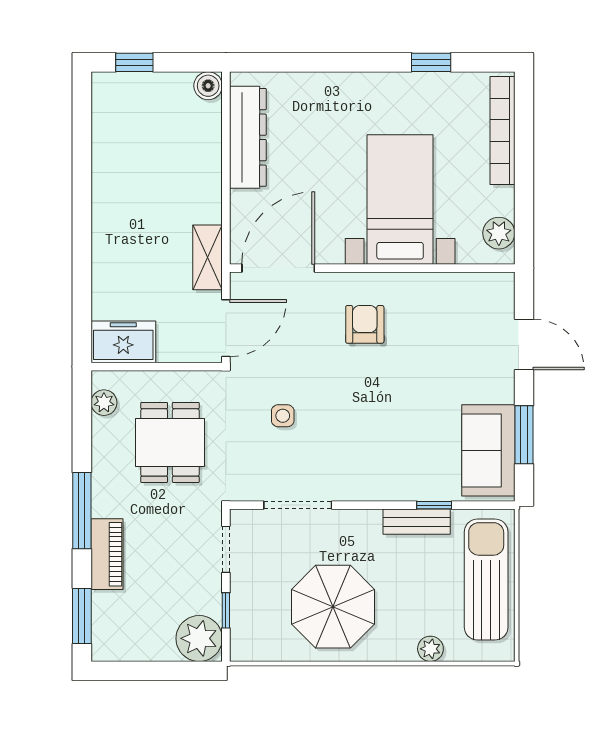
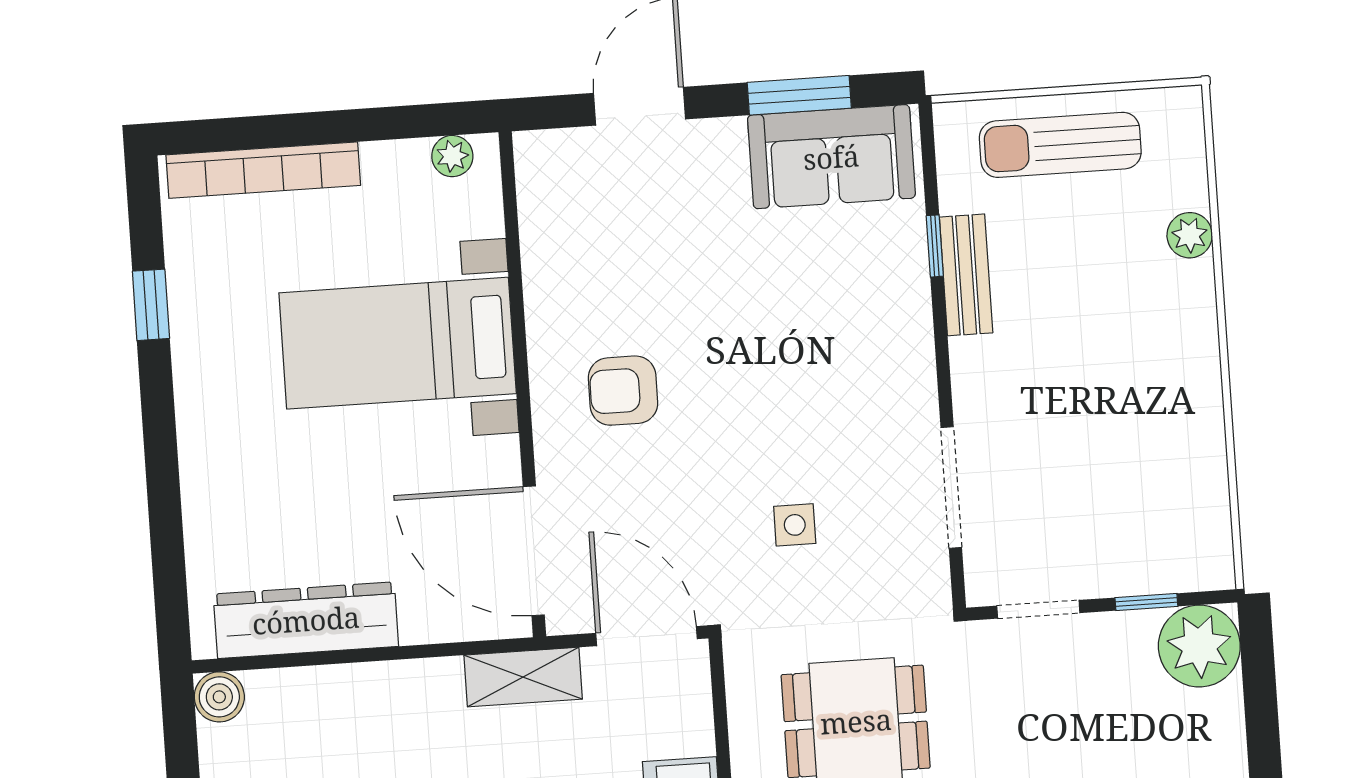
plant: (499, 233) -> (452, 156), width x0.73, depth x0.73
sun lounger: (486, 580) -> (1060, 145), width x0.73, depth x0.75
parasol: (333, 607) -> (1127, 413), removed

